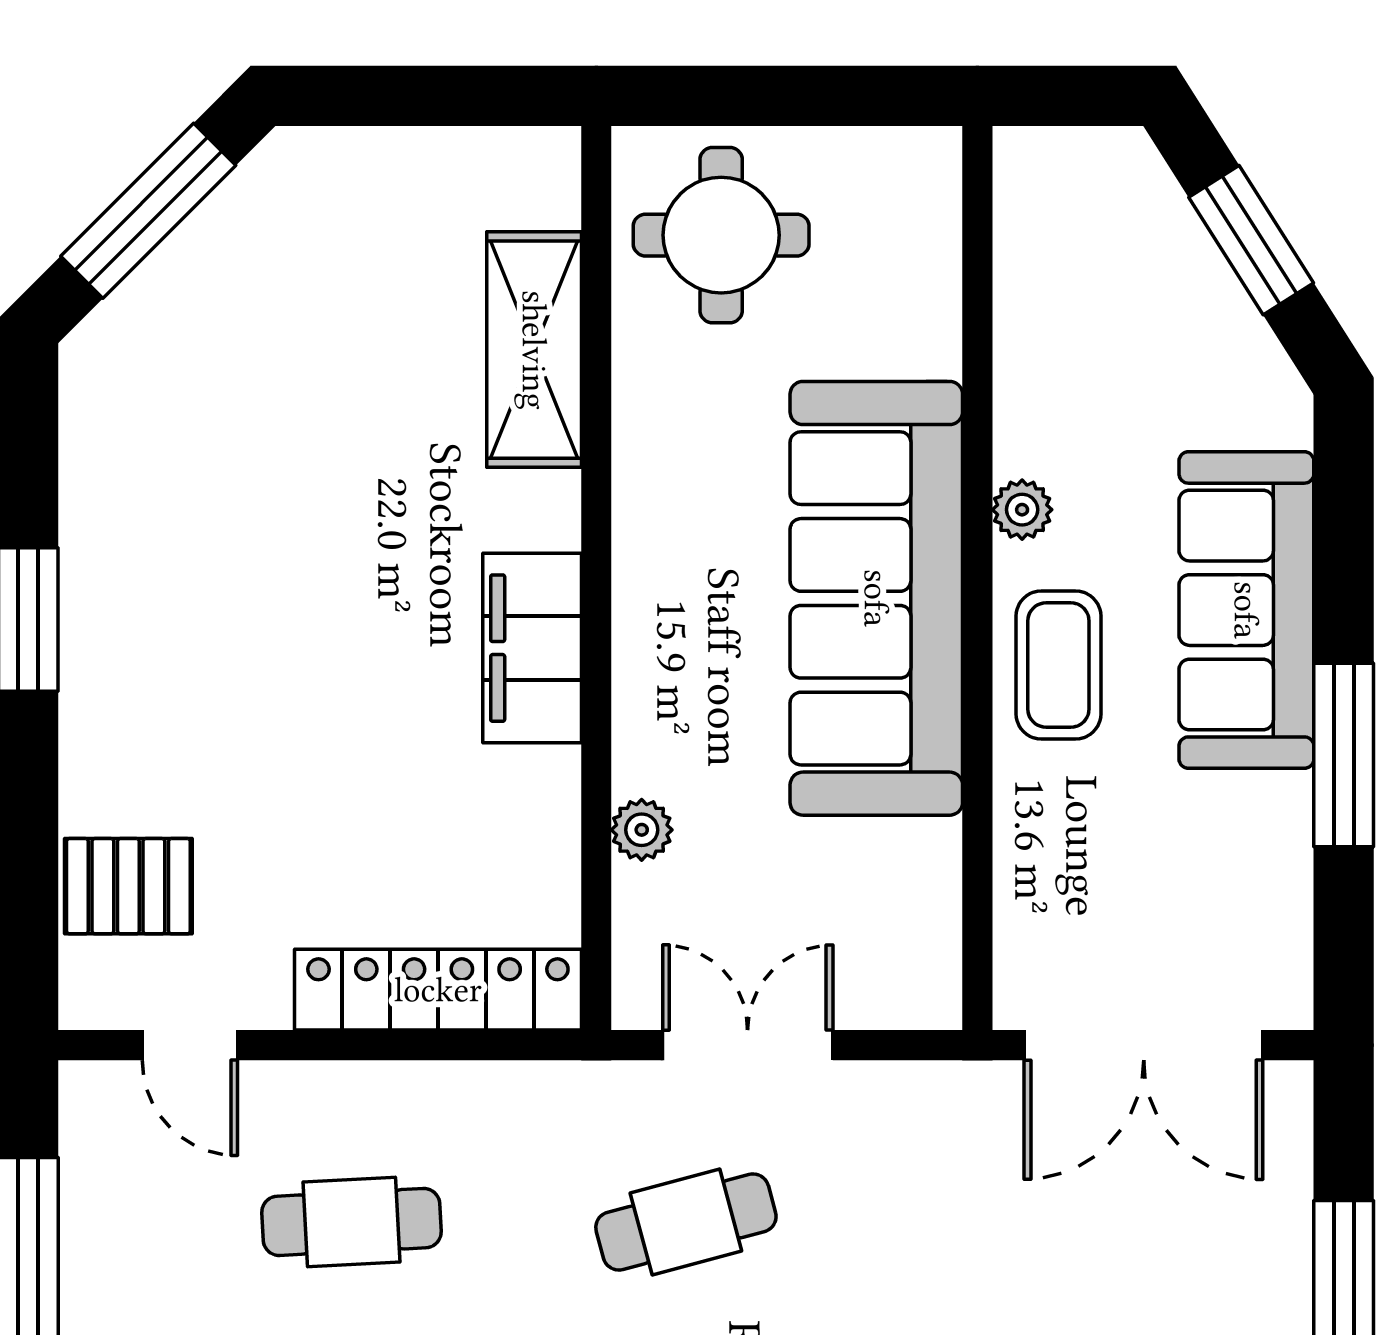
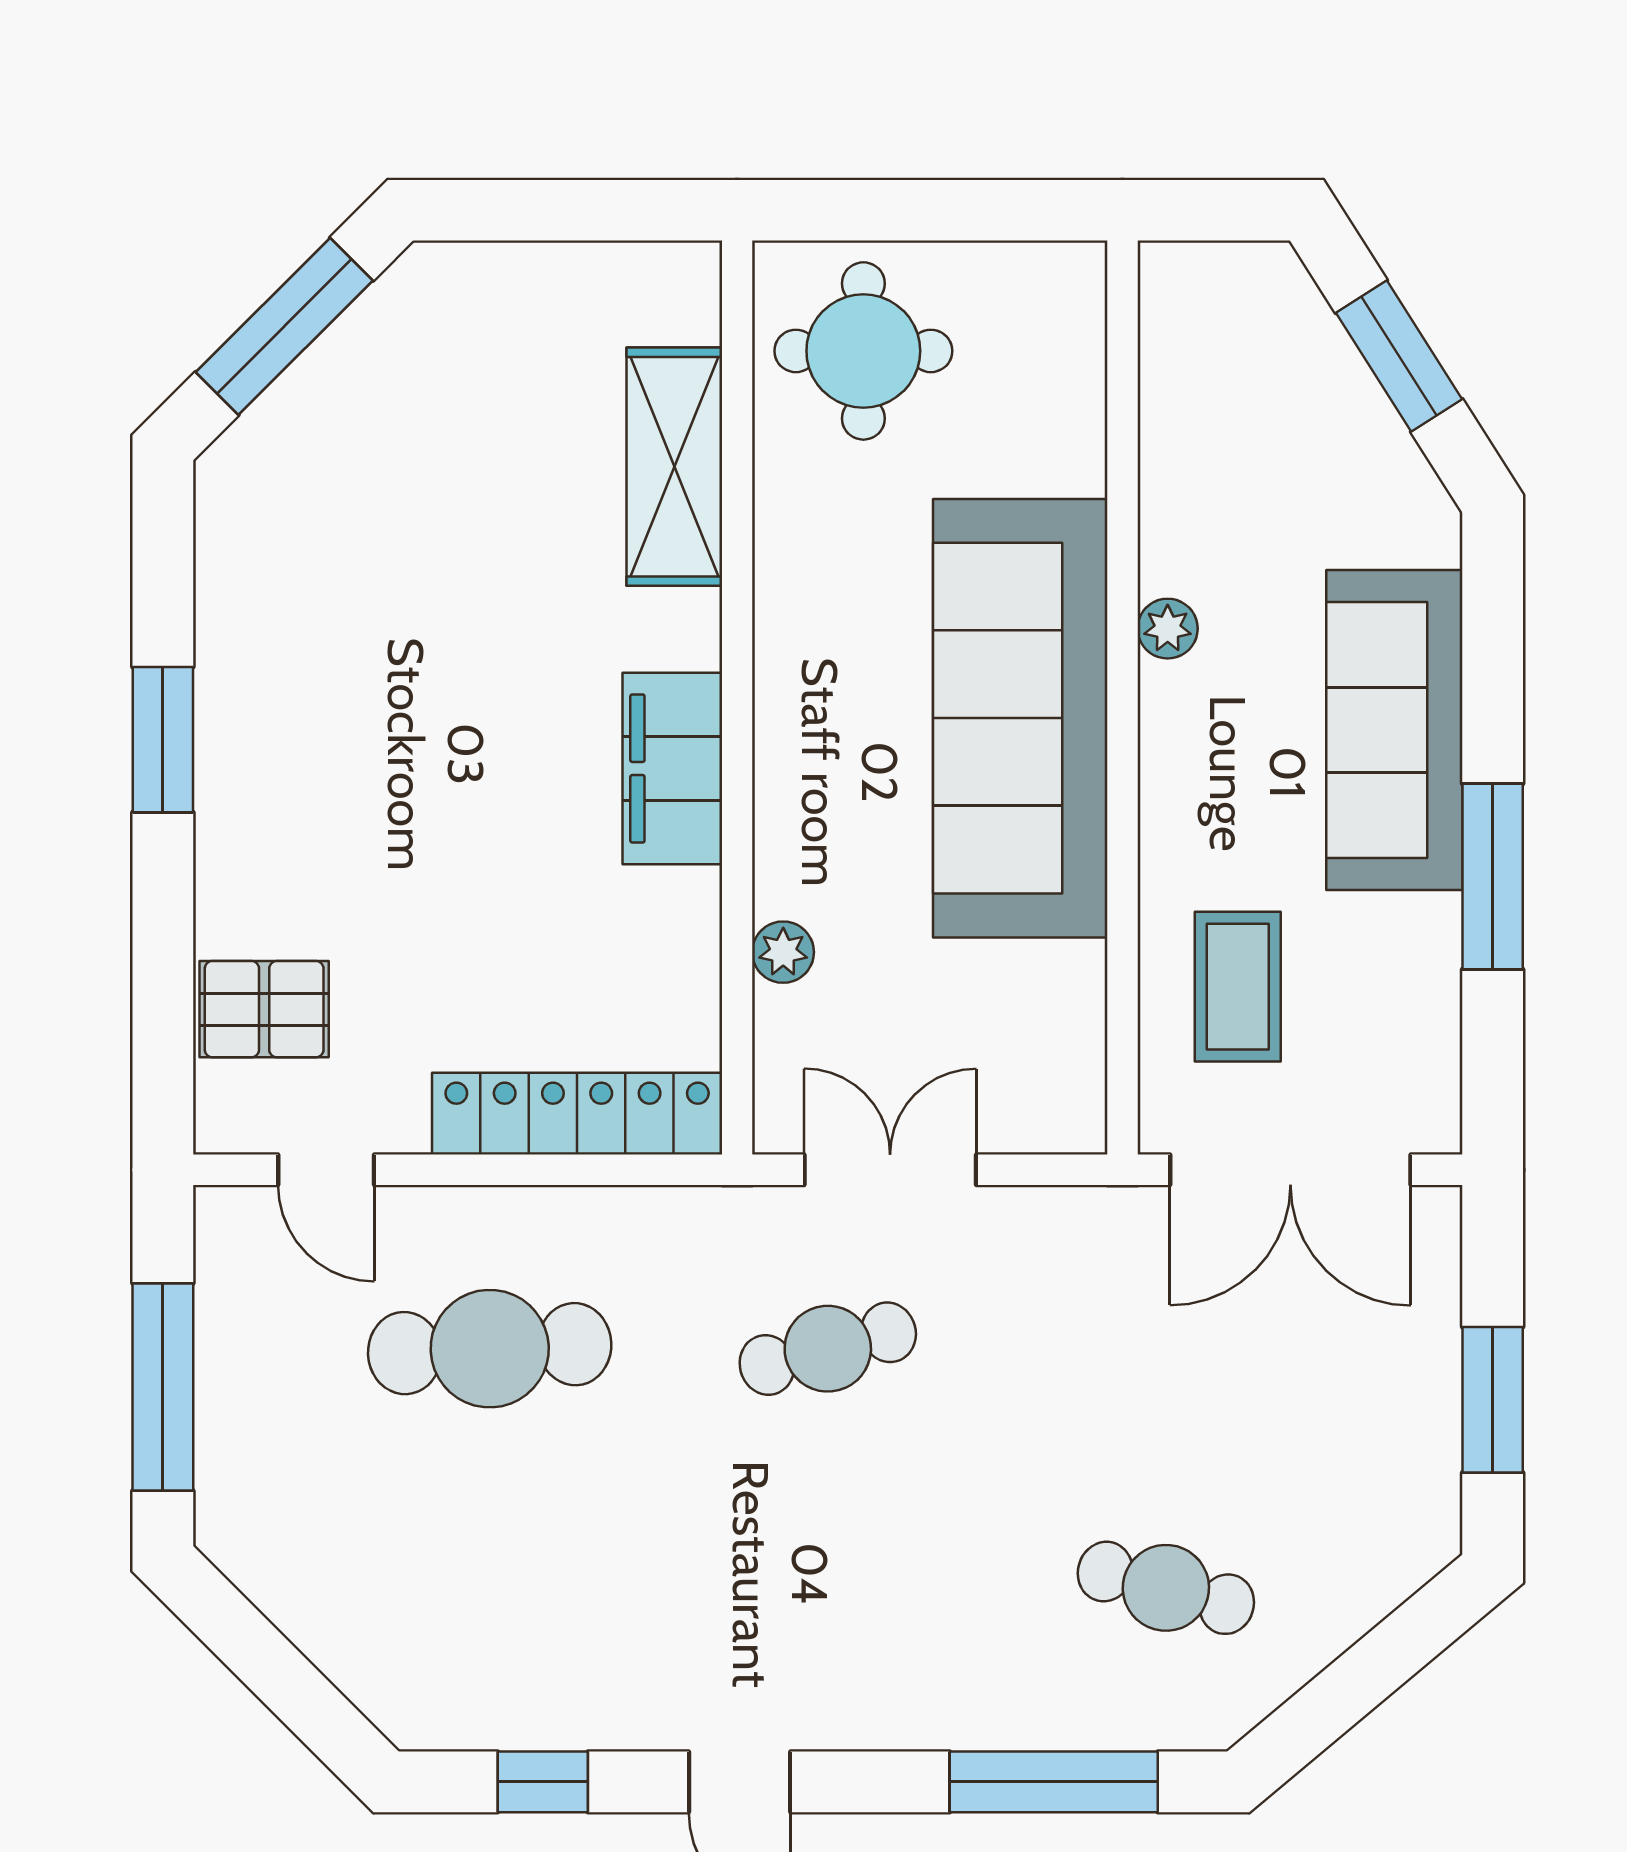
coffee table: (1058, 665) -> (1238, 987), moved
cafe table: (351, 1222) -> (490, 1349), width x1.37, depth x1.35

